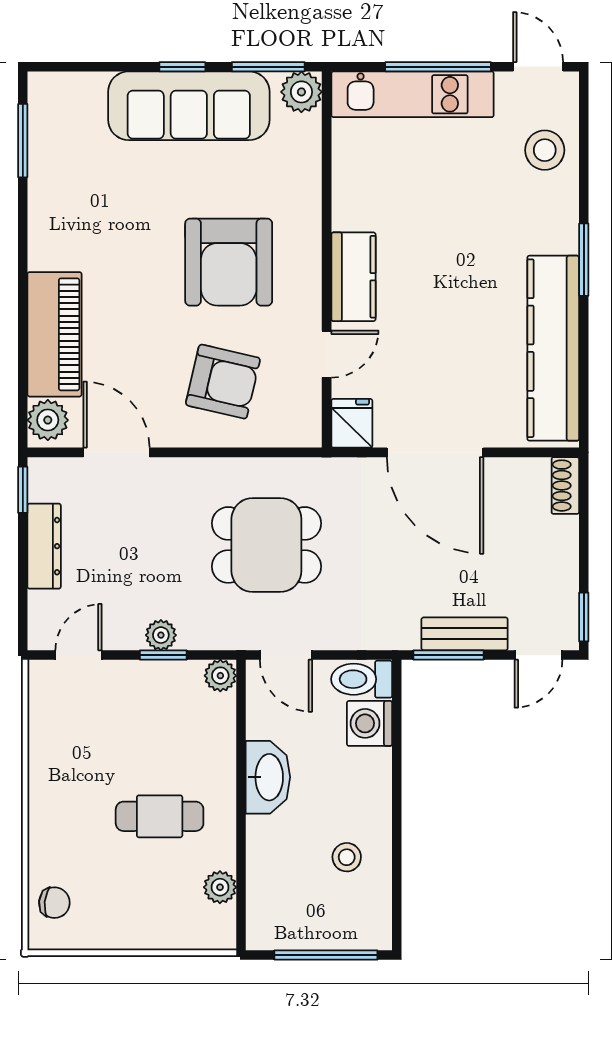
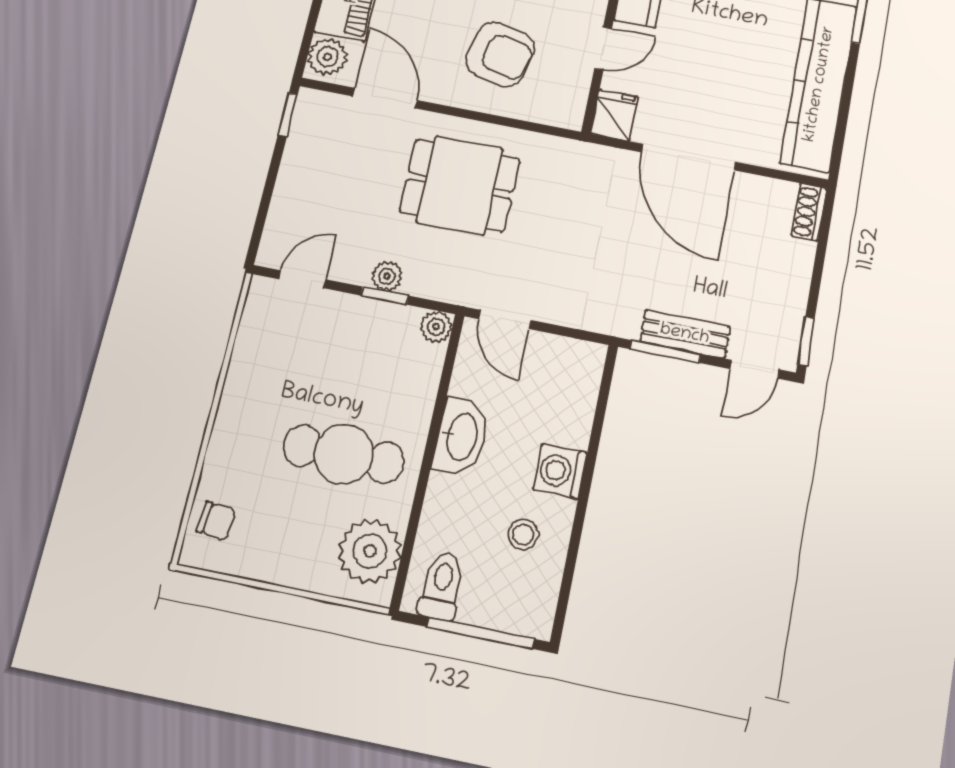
dining table: (266, 545) -> (460, 185), moved
dresser: (44, 546) -> (295, 170), removed
toilet: (362, 679) -> (442, 586), moved, turned 90
washing machine: (370, 723) -> (560, 471), moved
cafe table: (160, 816) -> (344, 454), width x1.37, depth x1.35
plant: (220, 887) -> (370, 551), width x1.87, depth x1.87

